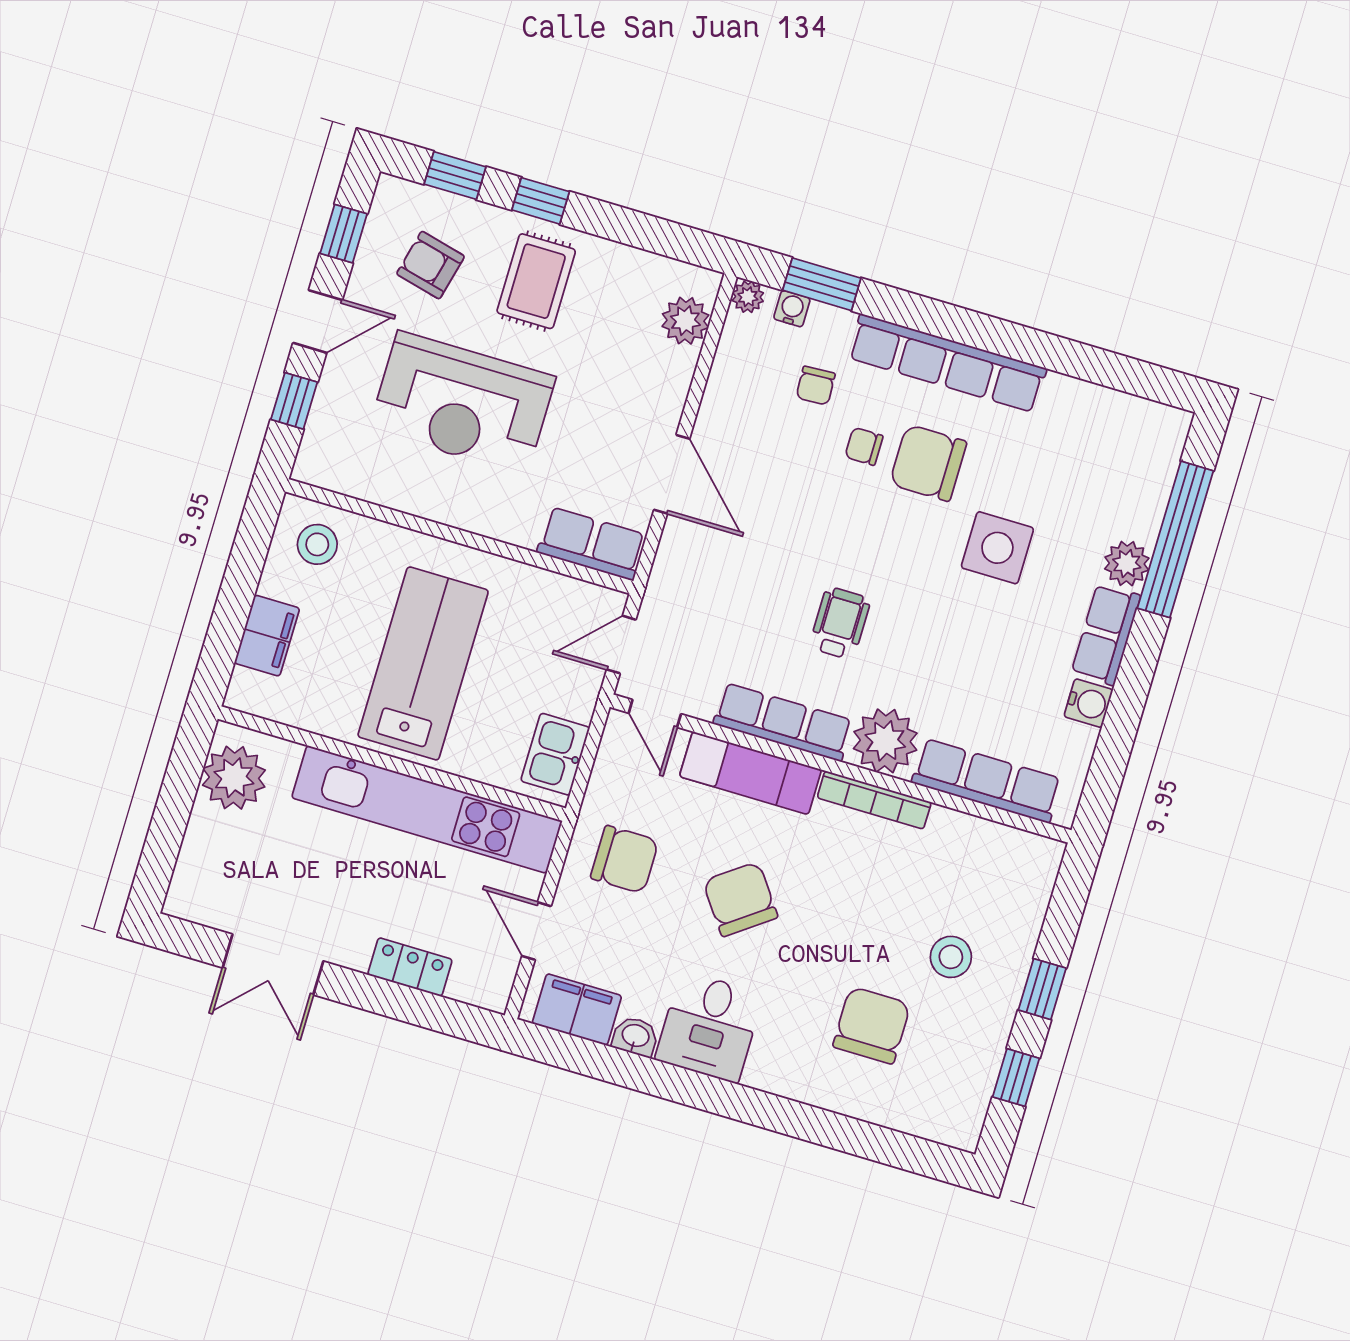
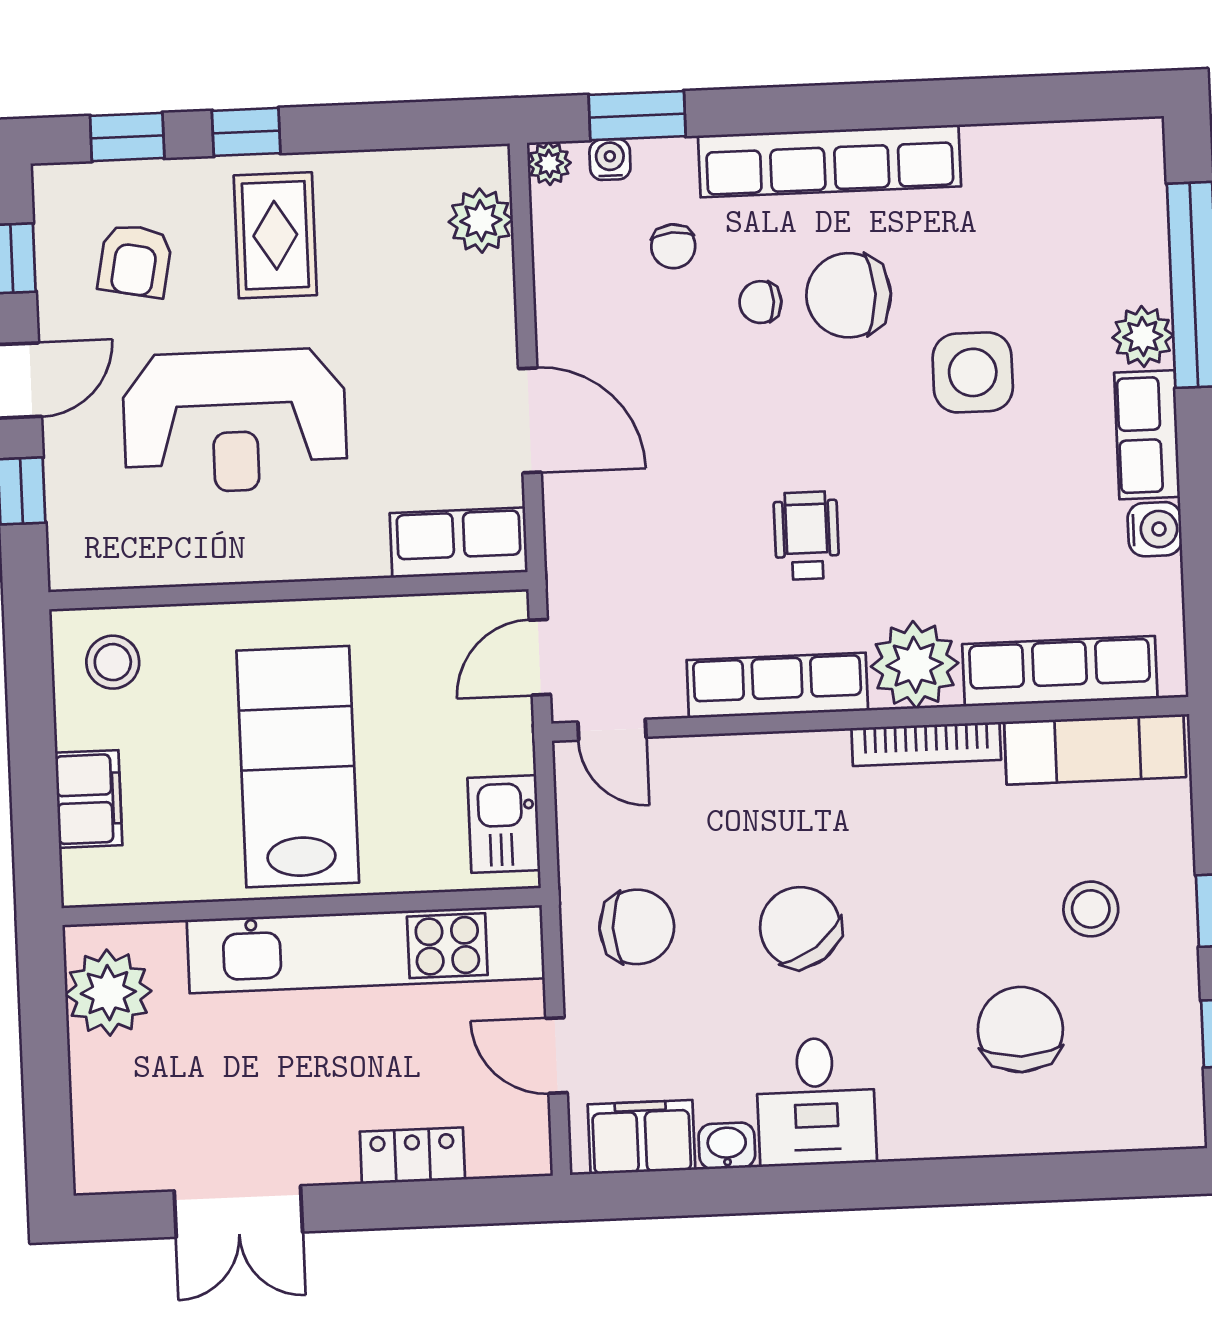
armchair: (431, 265) -> (135, 261), turned -93
exam couch: (750, 773) -> (1095, 749), moved

